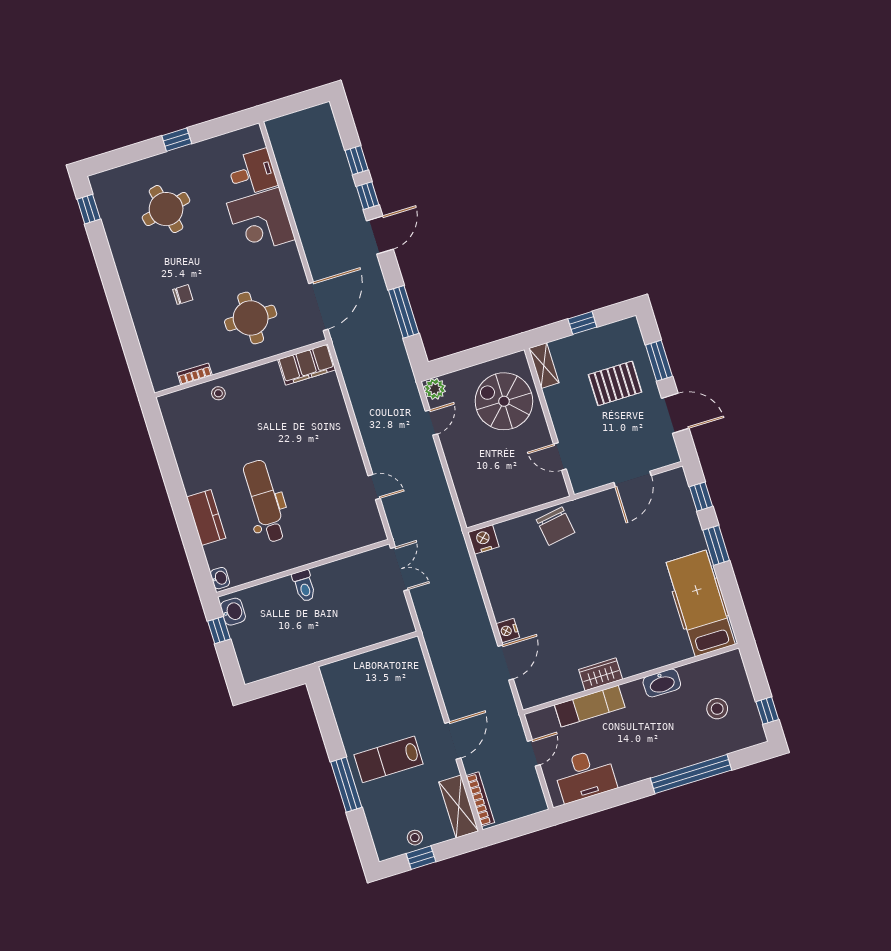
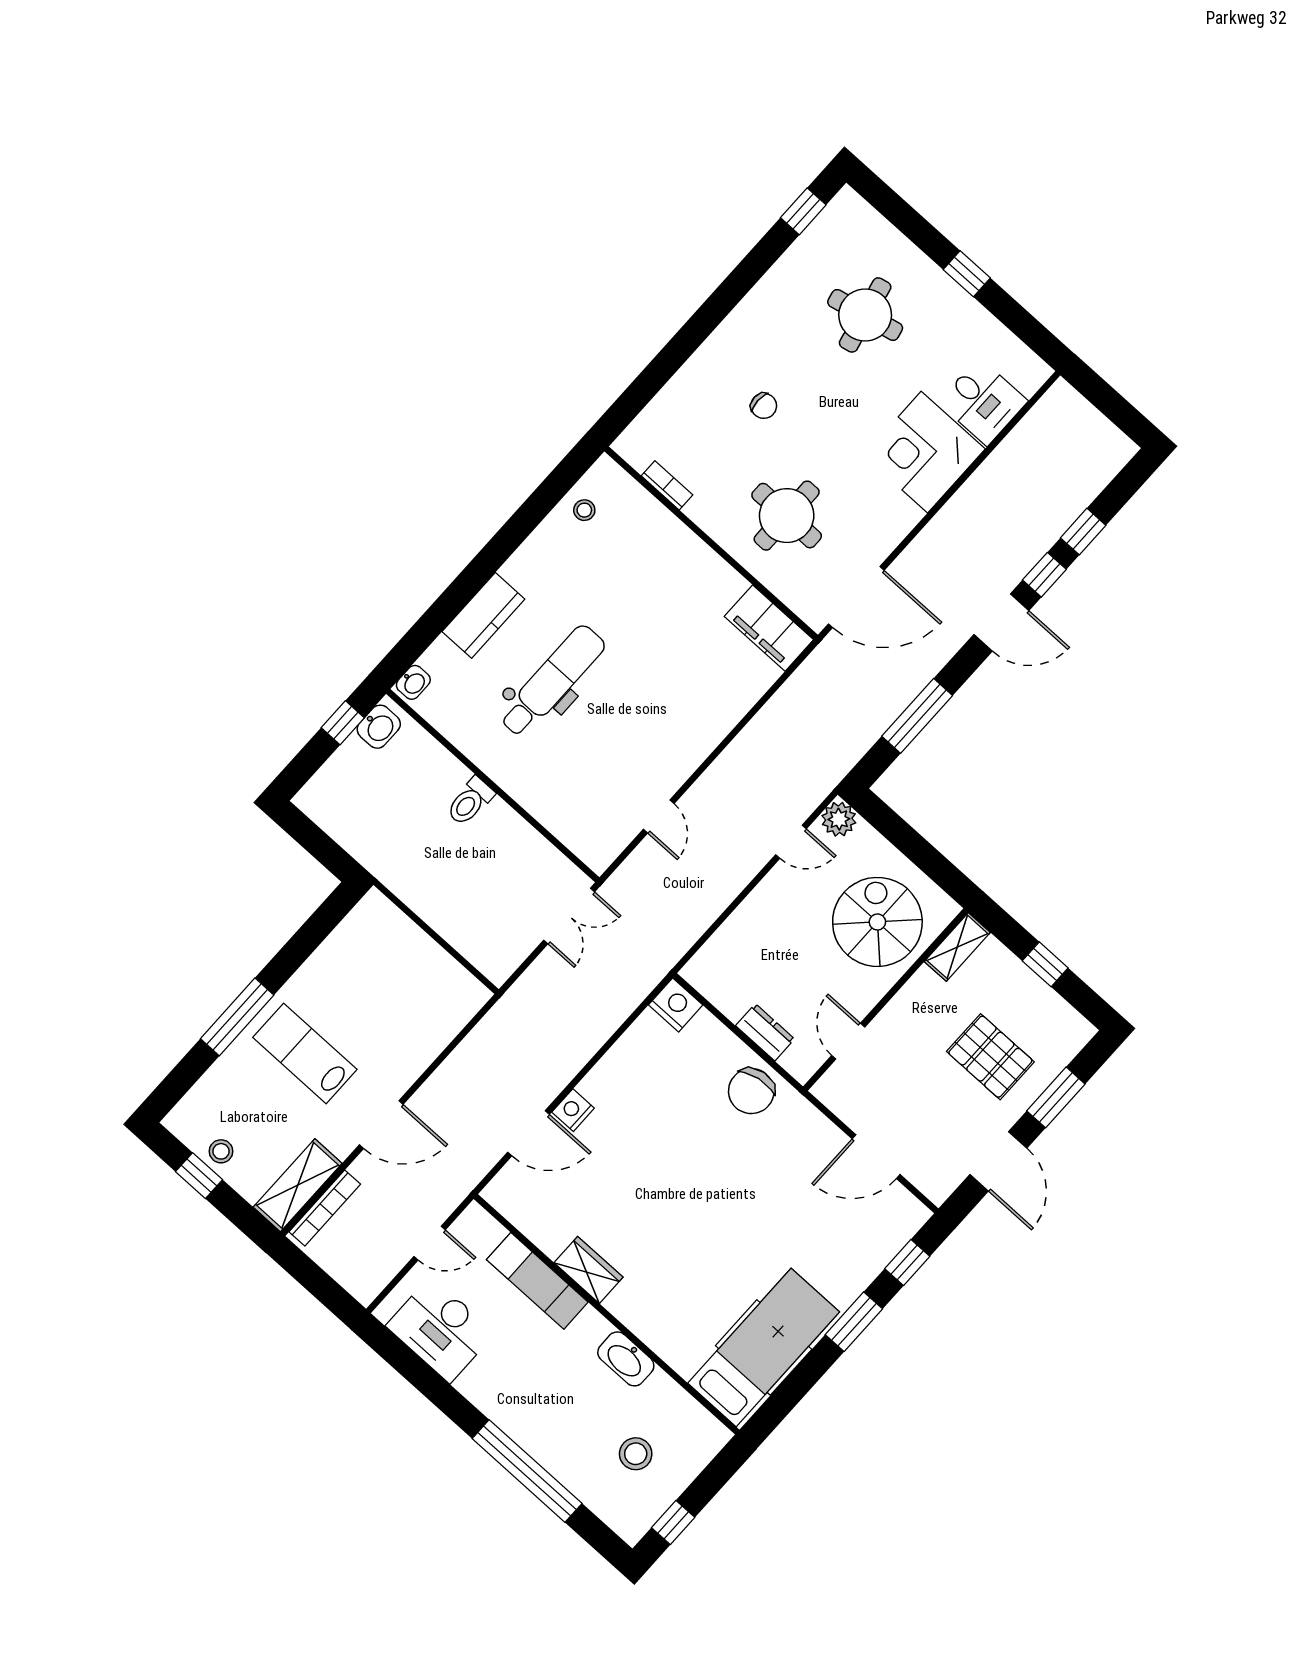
stool: (218, 393) -> (584, 510), moved
dresser: (528, 499) -> (765, 1032), added

